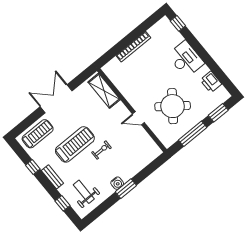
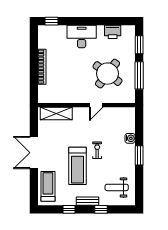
treadmill: (75, 144) -> (77, 166), turned 180
water cooler: (117, 183) -> (130, 138), moved
window: (63, 203) -> (101, 209), moved

